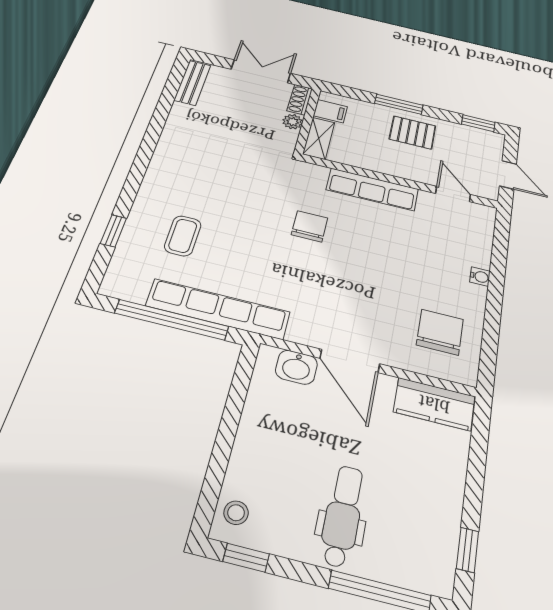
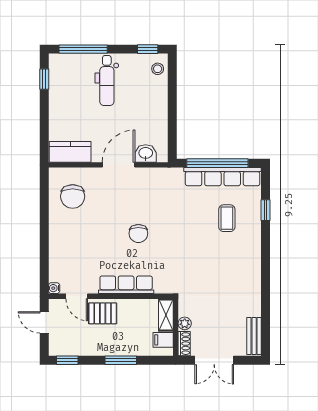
pallet: (412, 132) -> (103, 313), moved
chair: (309, 226) -> (138, 233), moved
water cooler: (480, 277) -> (54, 288), moved
row of seats: (218, 309) -> (223, 177), moved
door: (350, 361) -> (119, 165), hinge flipped

